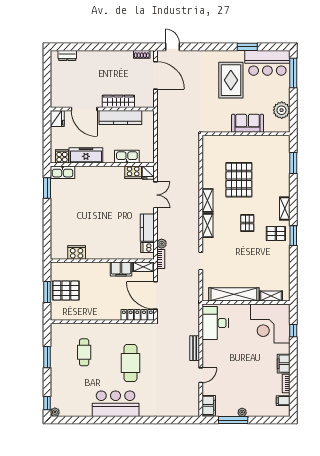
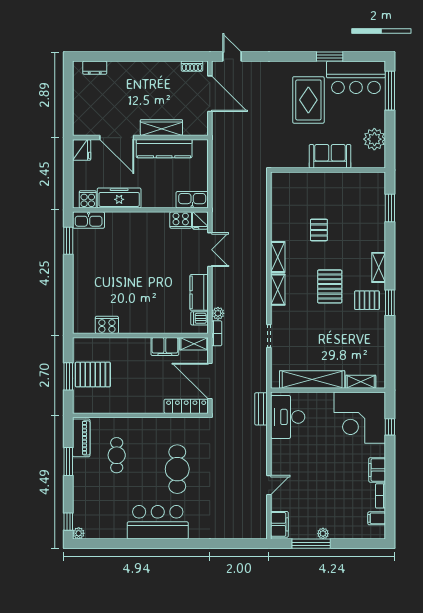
kitchen sink: (127, 157) -> (192, 200), moved
pallet: (239, 180) -> (319, 230), width x0.49, depth x0.50
pallet: (247, 223) -> (330, 286), width x1.50, depth x1.42
piano: (57, 339) -> (81, 438), added
bench: (195, 348) -> (261, 409), moved

